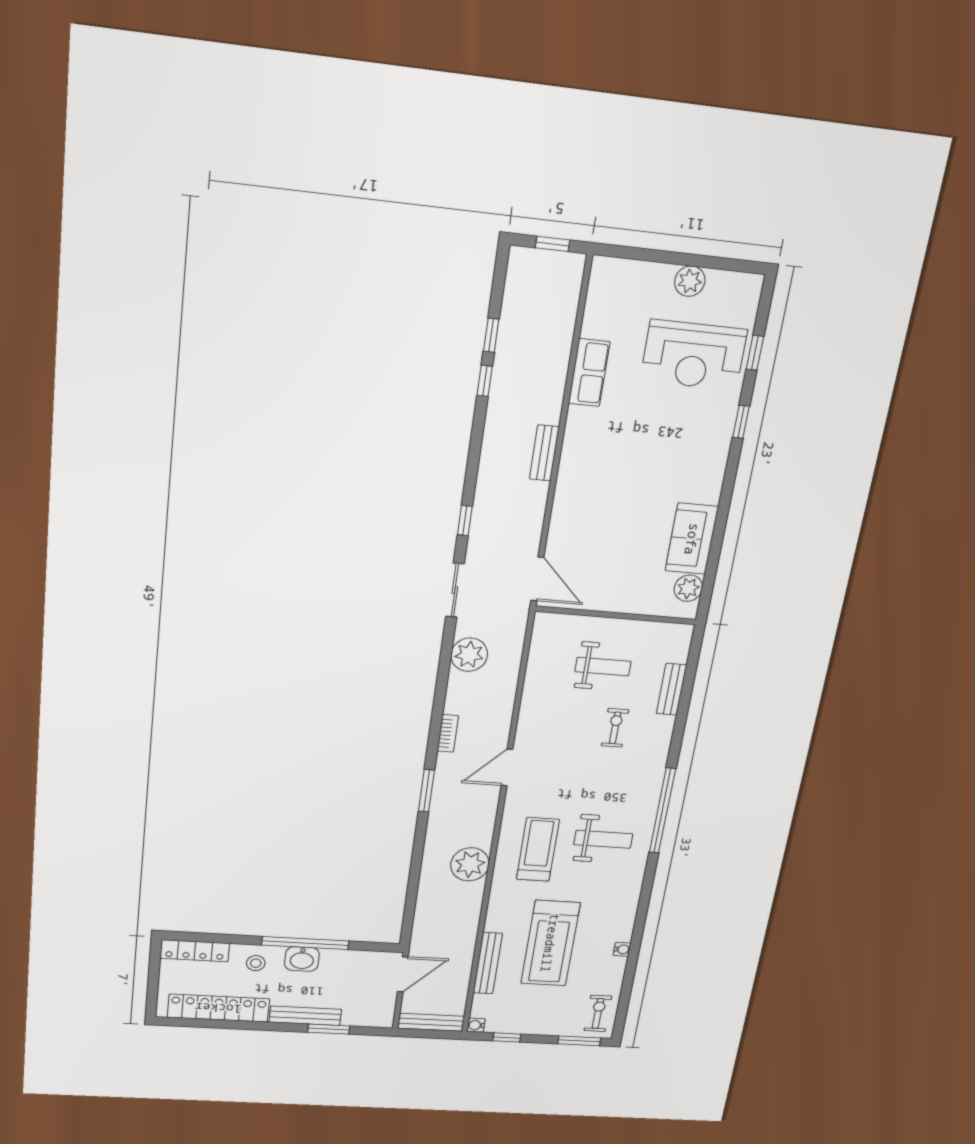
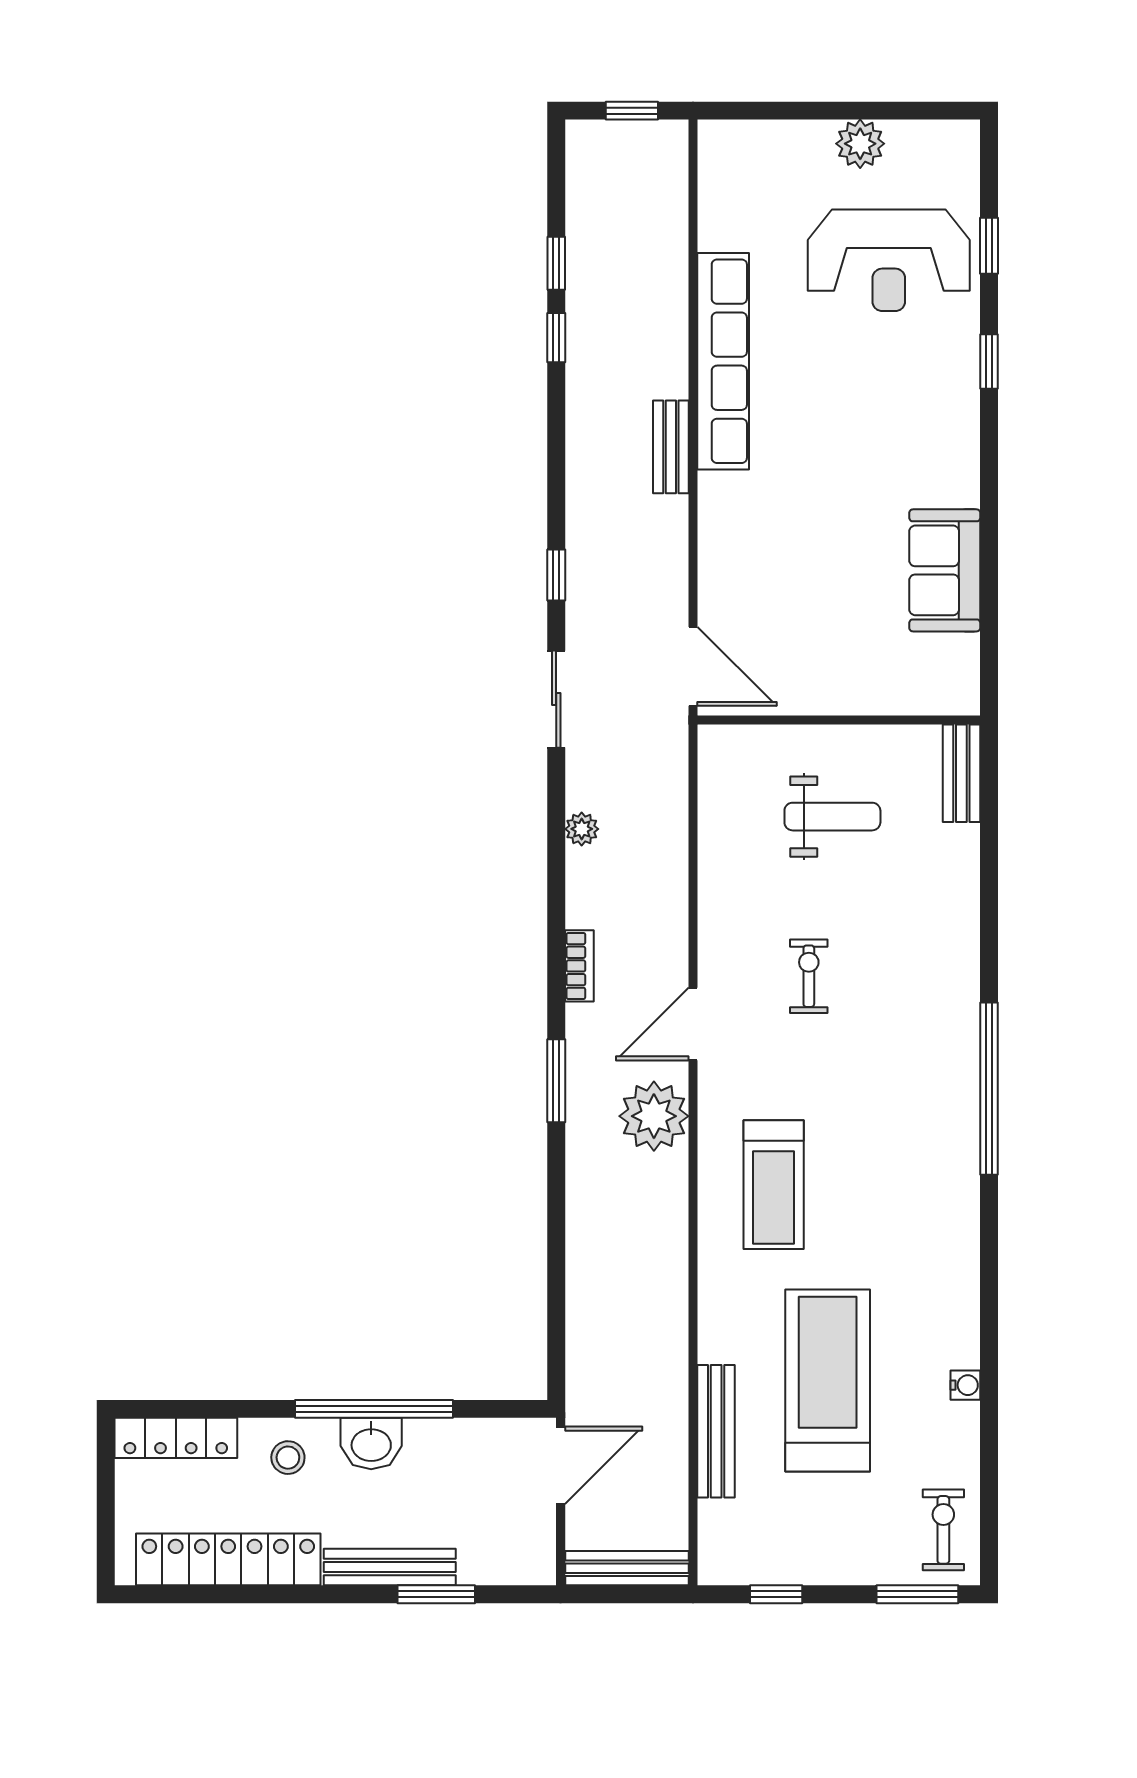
row of seats: (589, 373) -> (723, 361), width x2.02
plant: (688, 588) -> (956, 659), removed
plant: (469, 655) -> (582, 829), width x0.53, depth x0.53
bench: (672, 689) -> (961, 773), moved
exercise bike: (615, 728) -> (809, 976), moved
weight bench: (603, 839) -> (890, 1155), removed
treadmill: (538, 850) -> (774, 1185), turned 180
plant: (470, 864) -> (654, 1116), moved
treadmill: (550, 943) -> (828, 1381), turned 180
water cooler: (476, 1025) -> (713, 1570), removed

